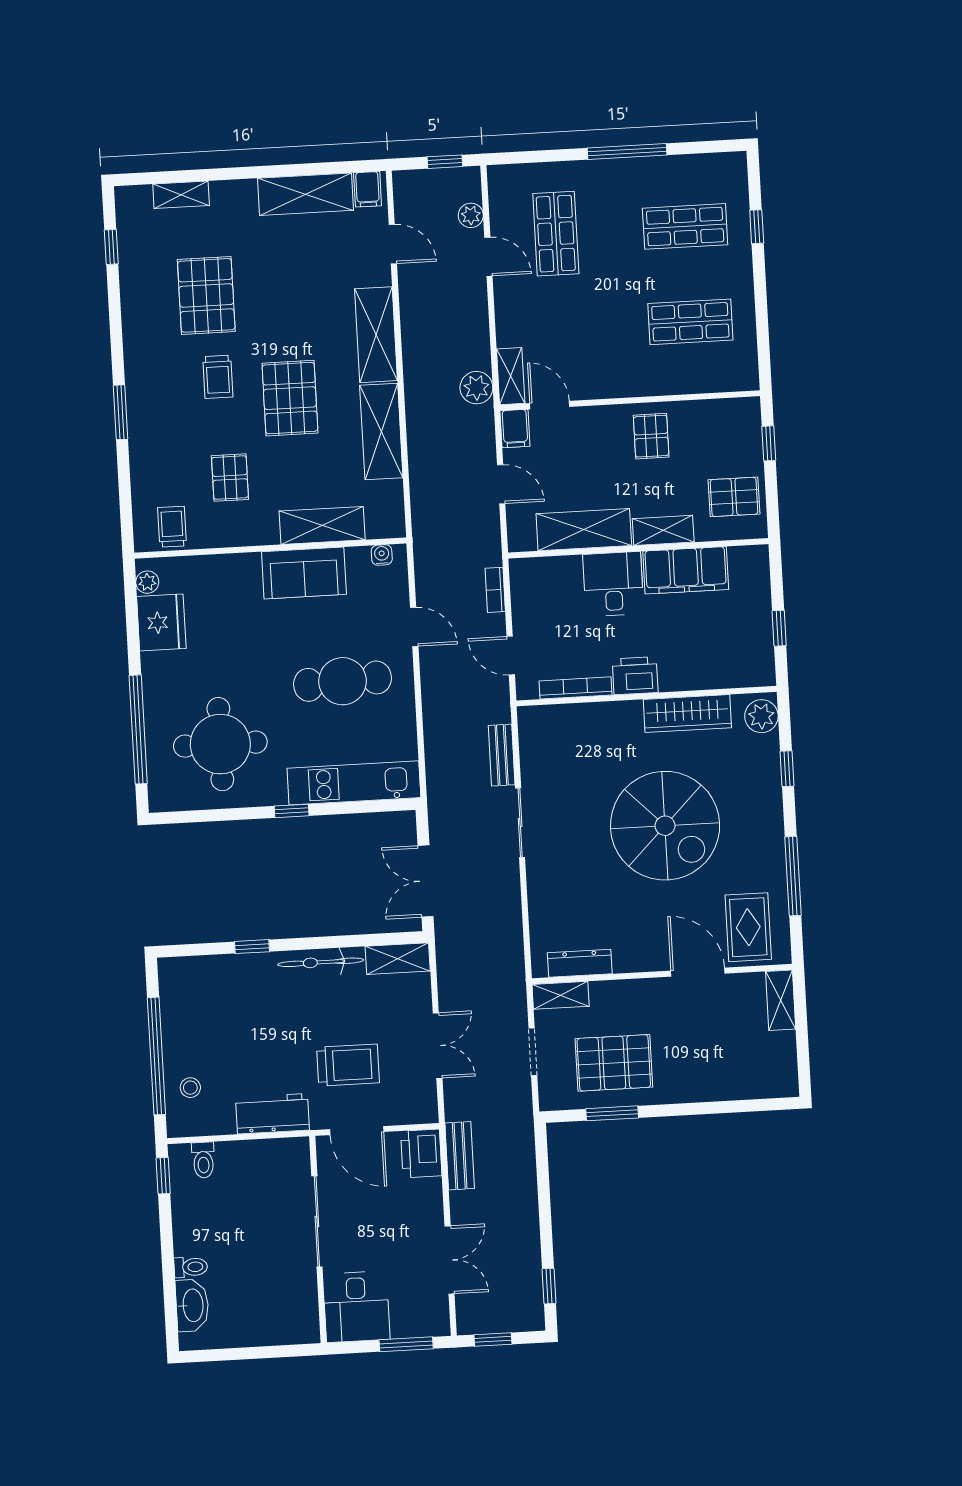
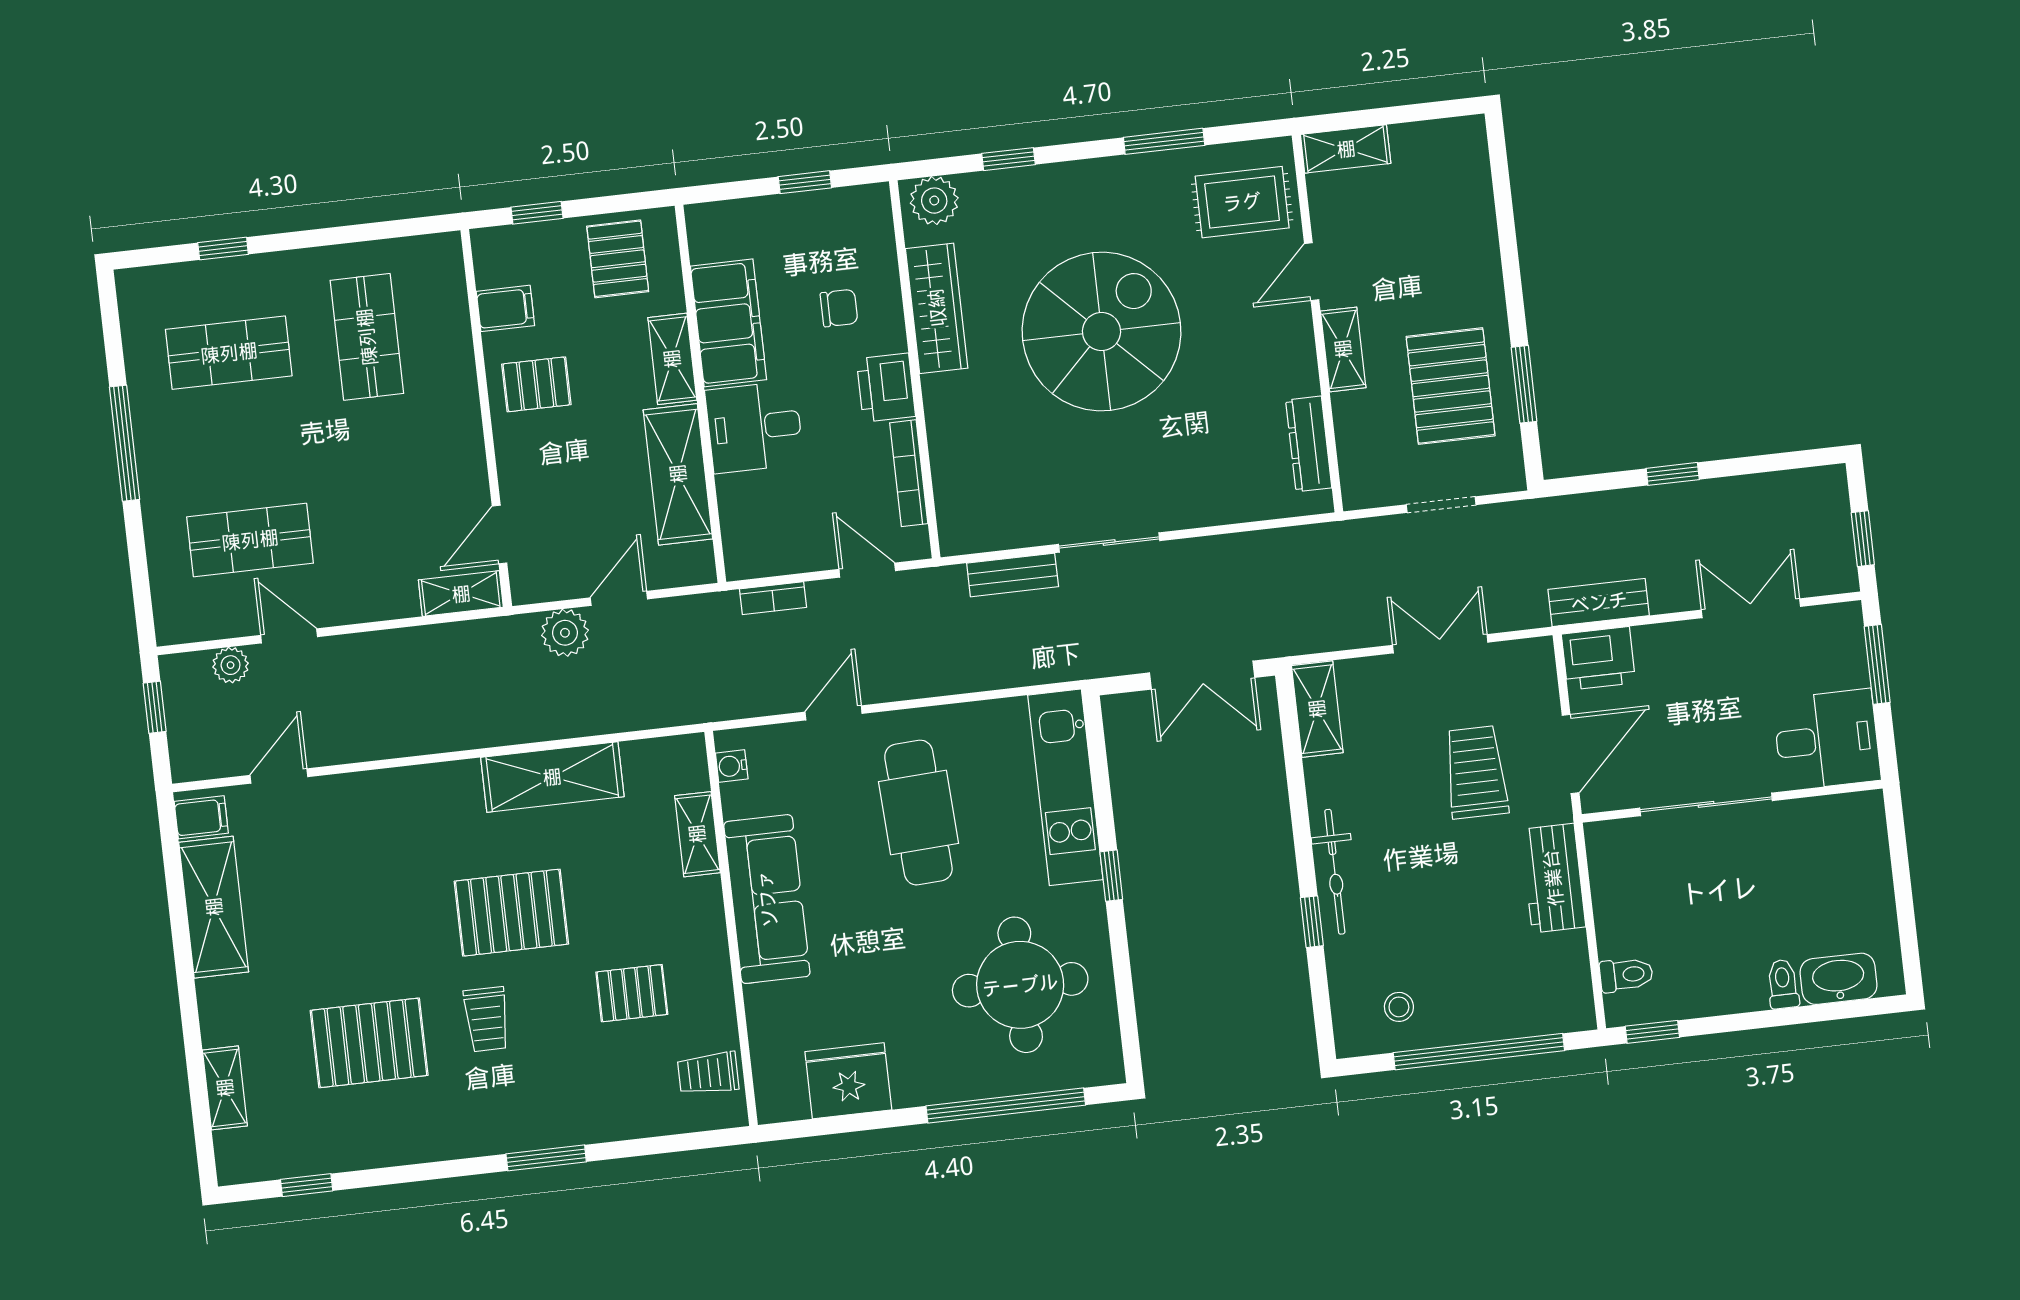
shop shelf: (685, 226) -> (229, 353), turned 90
door: (488, 257) -> (289, 636), hinge flipped
shelving: (376, 335) -> (412, 793), removed
trolley: (218, 377) -> (487, 1019), turned 90
plant: (476, 388) -> (565, 633), moved
filing cabinet: (515, 429) -> (505, 308), moved
shelving: (322, 525) -> (697, 834), width x0.67, depth x0.75
sofa: (304, 573) -> (767, 899), width x1.36
plant: (147, 582) -> (791, 1105), removed
chair: (692, 647) -> (839, 308), added
door: (511, 656) -> (867, 570), swing flipped
window: (793, 876) -> (1164, 141), width x0.69
bicycle: (321, 962) -> (1335, 872), moved
door: (698, 972) -> (1312, 272), width x0.73
shelving: (561, 995) -> (1343, 349), moved
stool: (190, 1088) -> (1399, 1007), moved
window: (549, 1286) -> (1673, 474), moved

